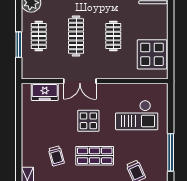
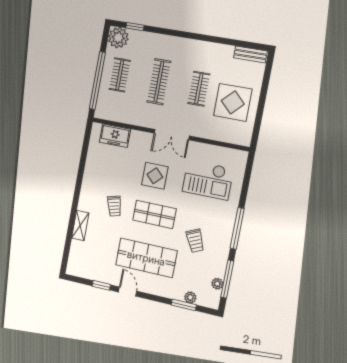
window: (19, 45) -> (97, 81), width x2.11
display table: (152, 54) -> (233, 102), moved
double door: (80, 81) -> (172, 135), moved

